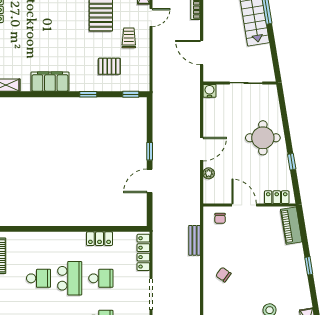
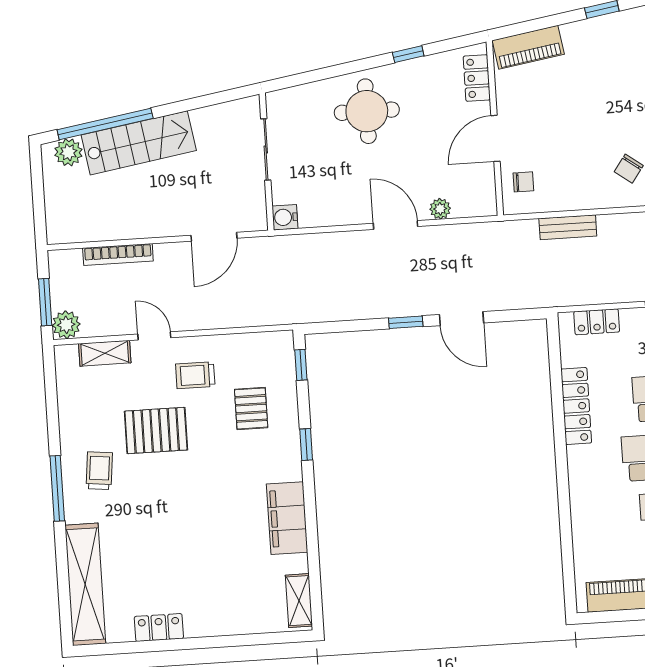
locker: (99, 239) -> (576, 406), width x1.53
locker: (143, 252) -> (597, 322), width x0.66

